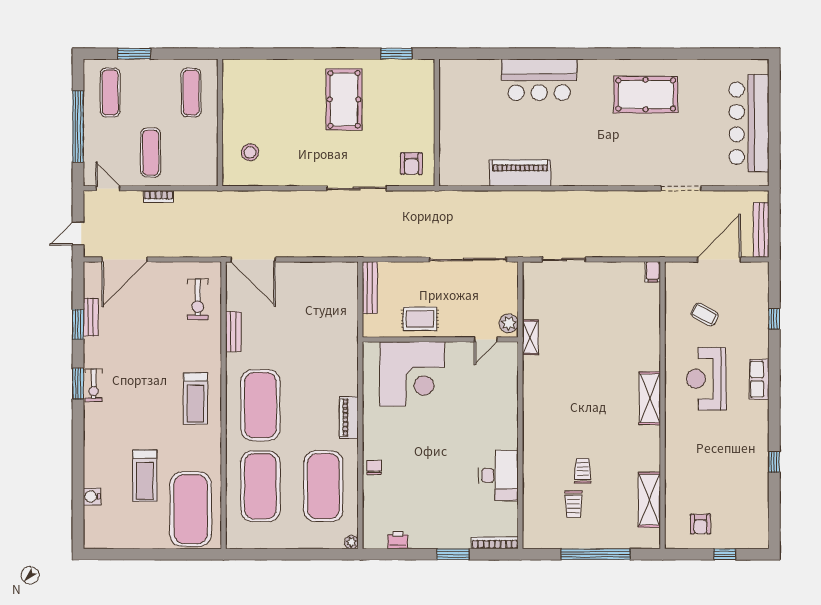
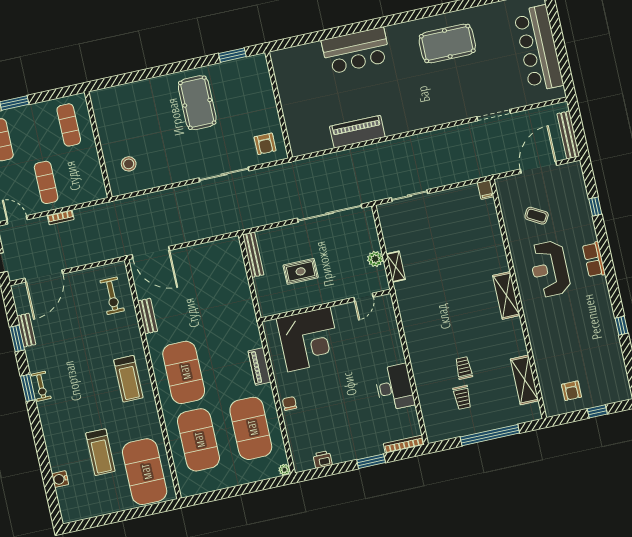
wall: (440, 339) -> (326, 306), moved
door: (486, 339) -> (363, 297), moved
corner desk: (412, 374) -> (309, 339), moved

